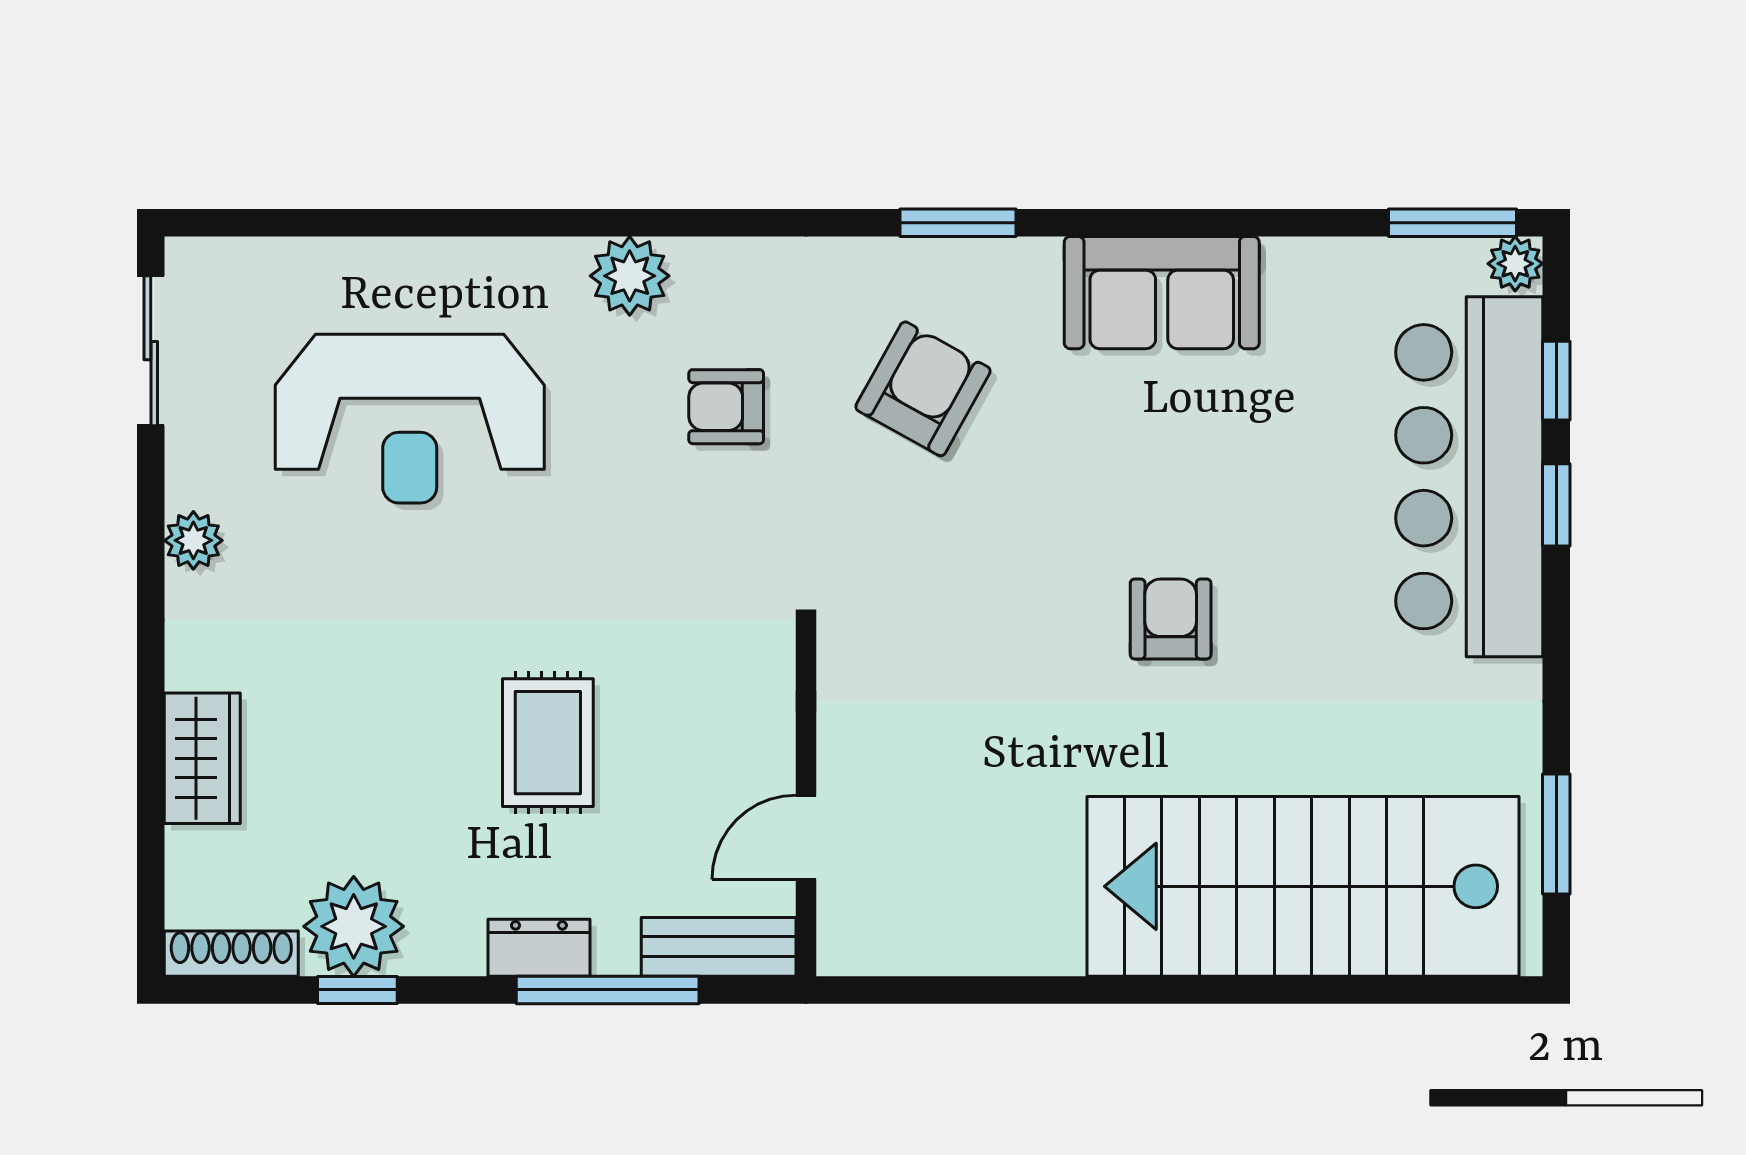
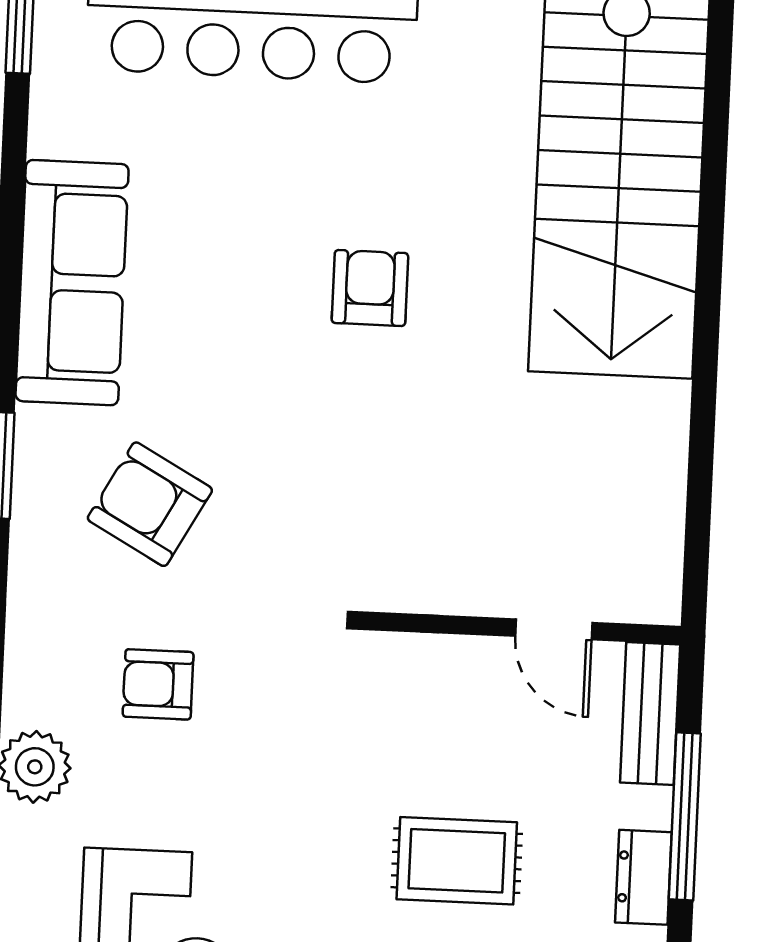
sofa: (1162, 293) -> (72, 283), width x1.36
armchair: (726, 407) -> (158, 684), turned 90
armchair: (1171, 619) -> (370, 288), turned 90

